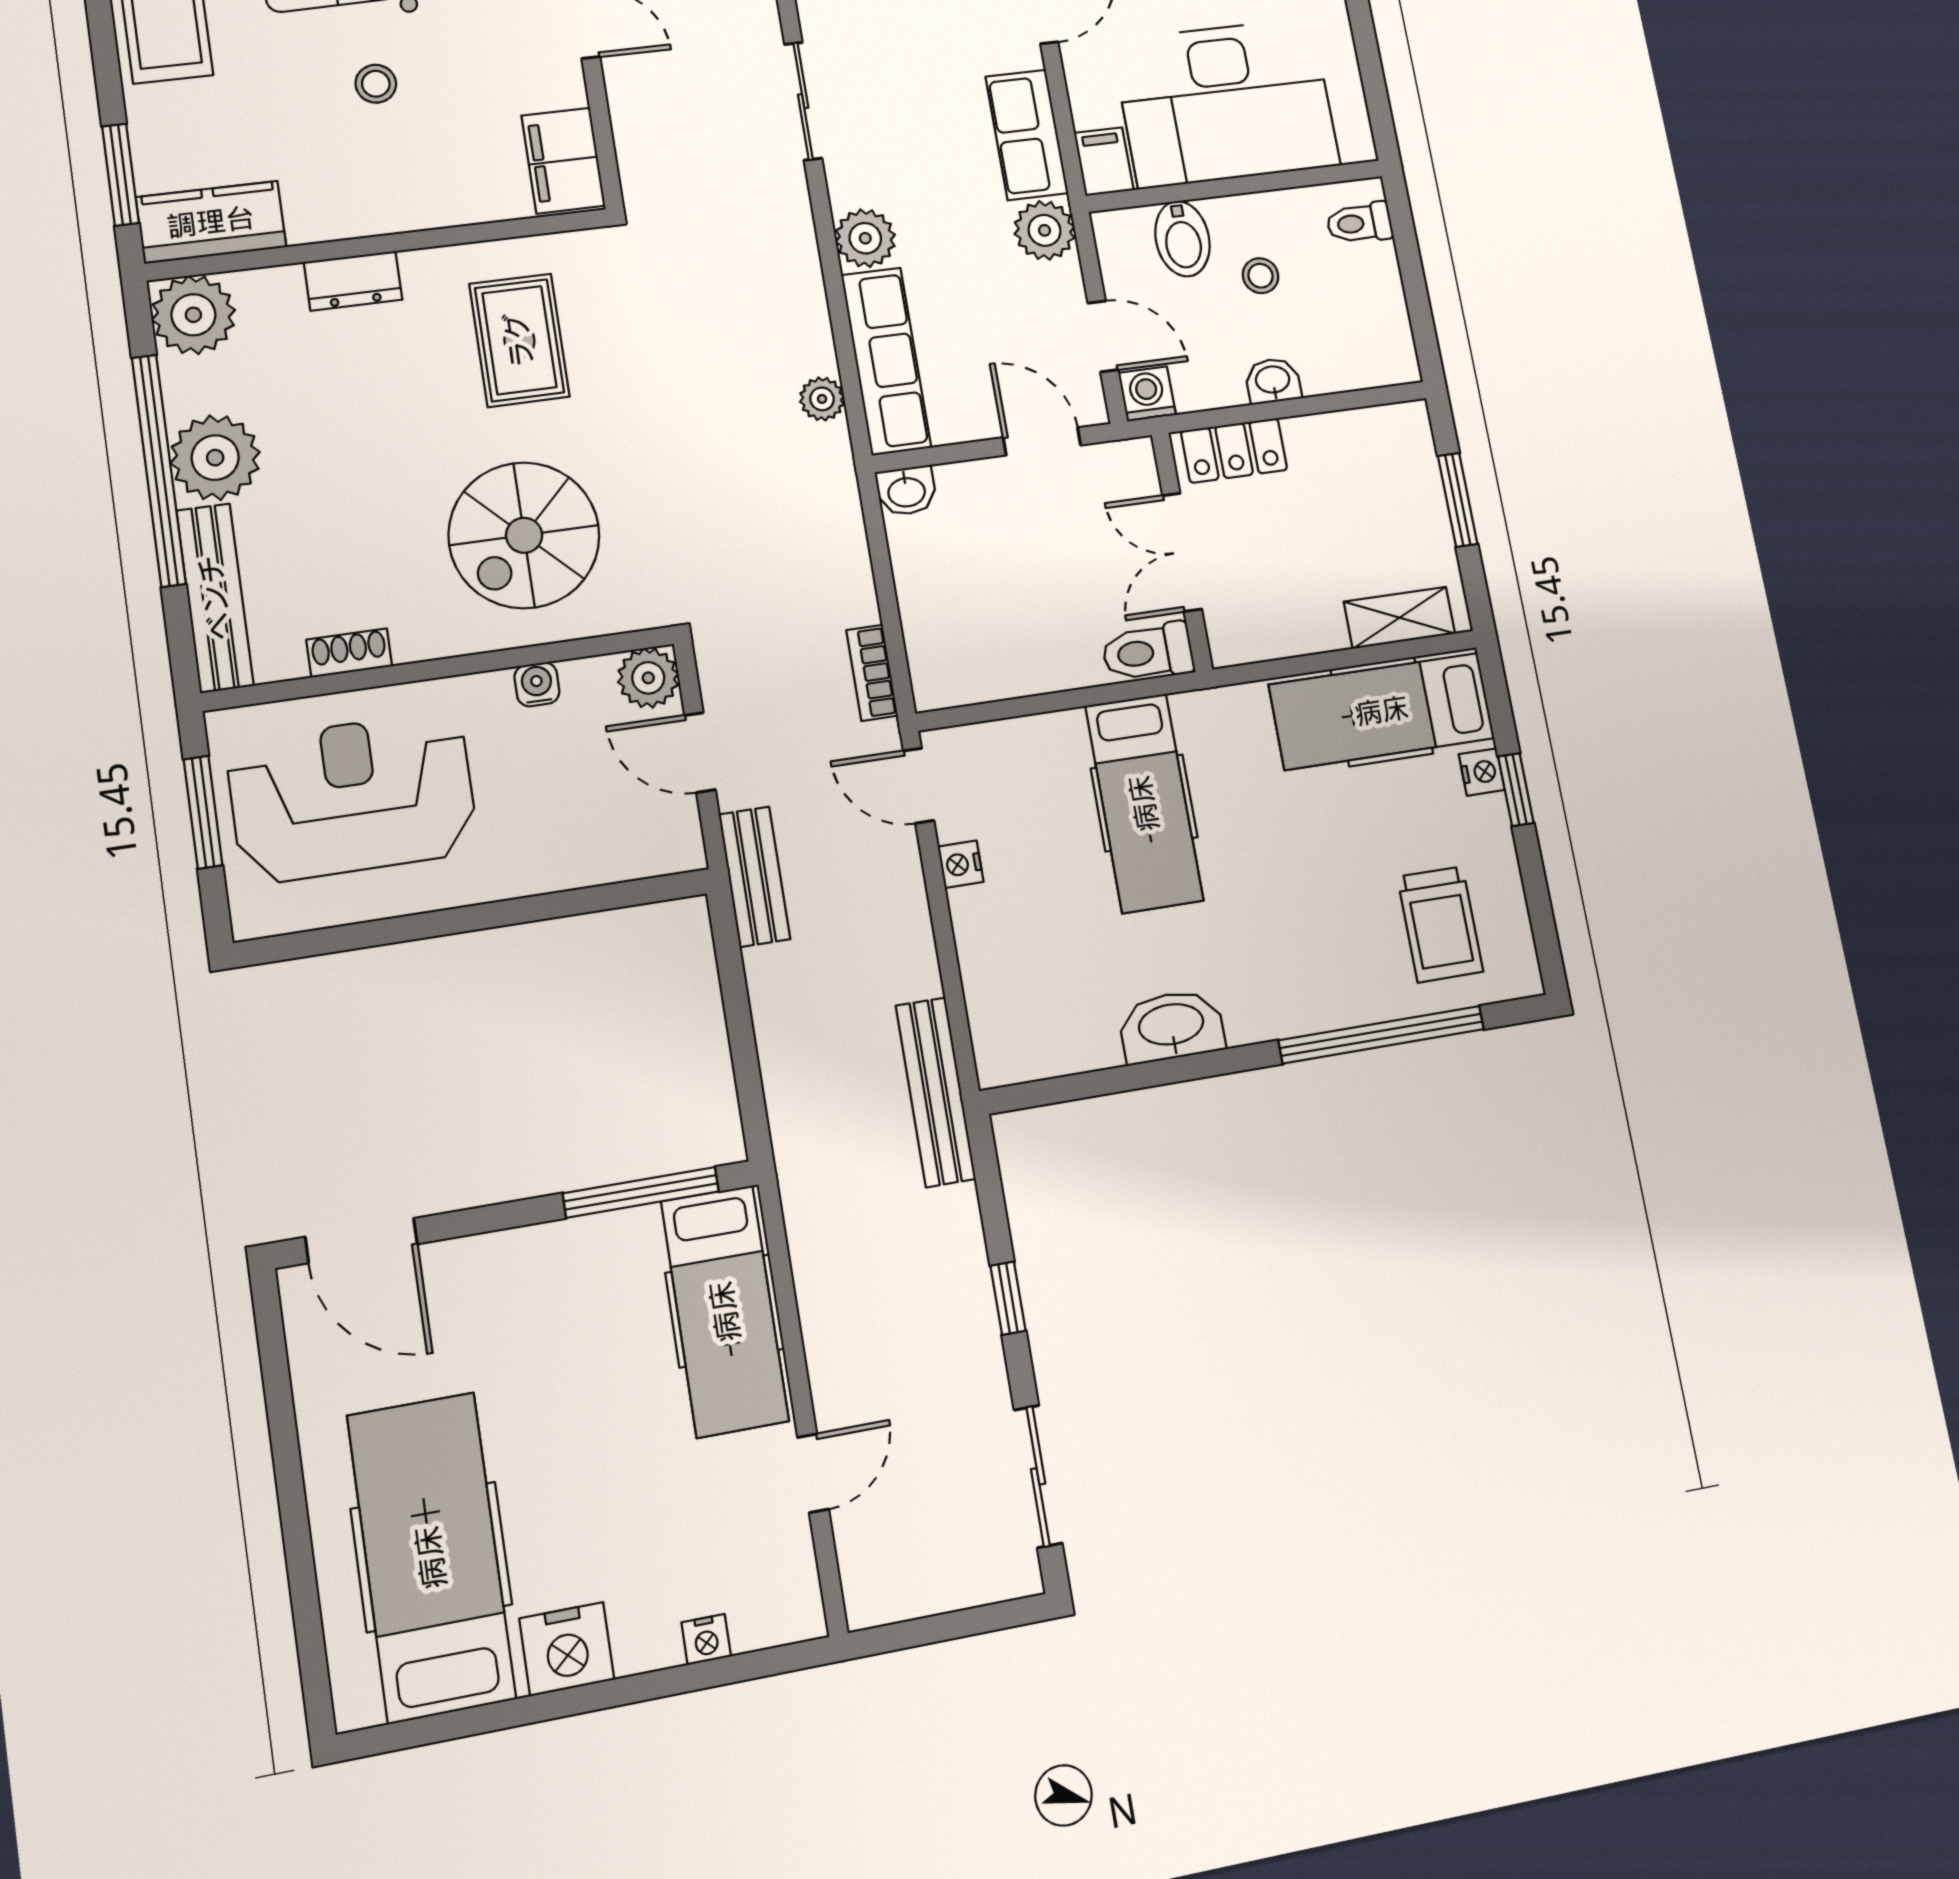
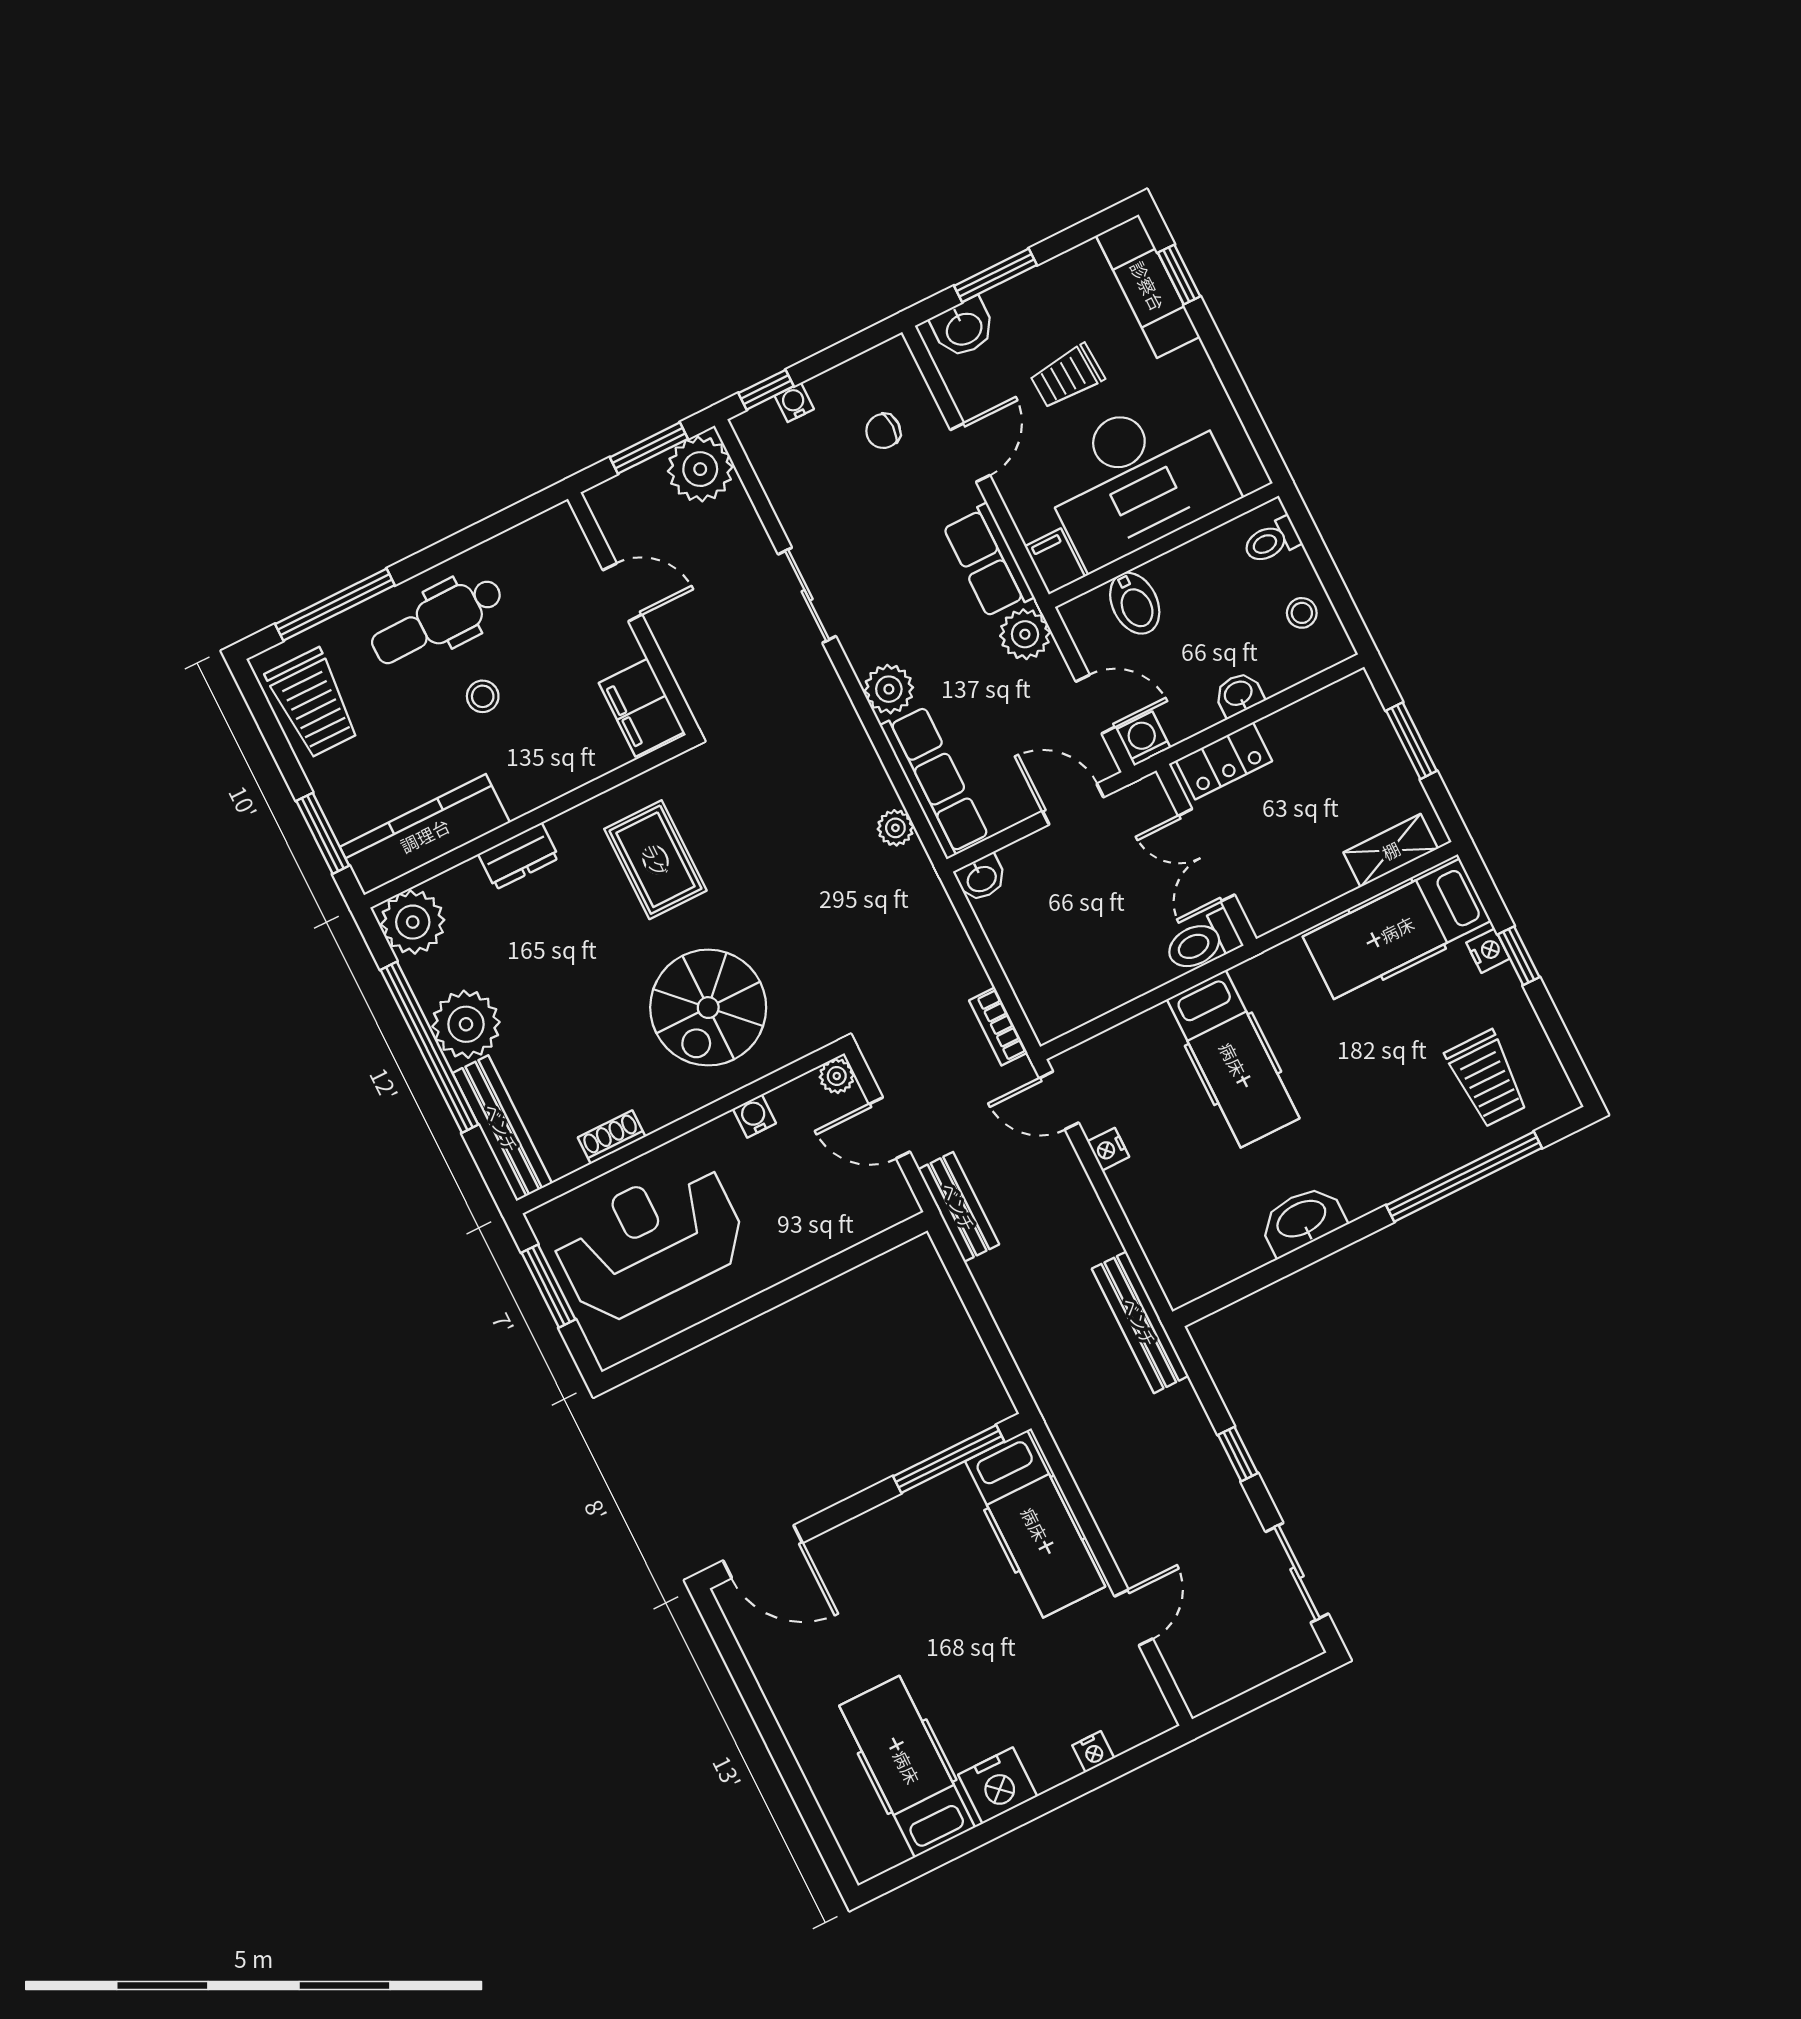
kitchen counter: (211, 222) -> (425, 835), width x1.50
stool: (1261, 276) -> (1302, 613), moved
plant: (648, 678) -> (837, 1076), width x0.73, depth x0.73
hospital bed: (431, 1557) -> (907, 1767), width x0.73, depth x0.78

